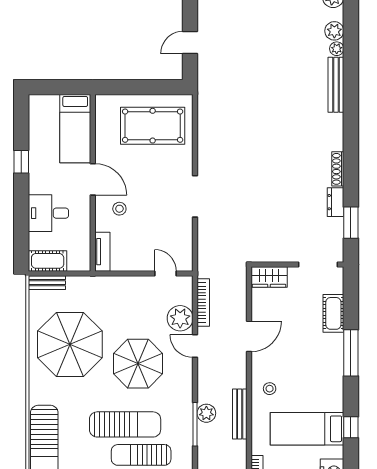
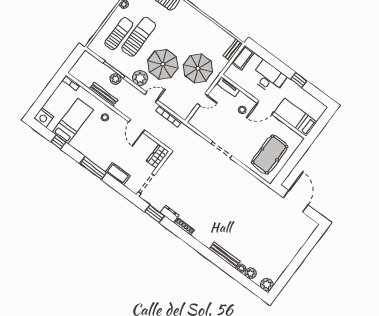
door: (190, 43) -> (296, 201), width x1.87
desk: (48, 213) -> (268, 77), width x1.37
door: (165, 273) -> (202, 100), moved
plant: (180, 318) -> (140, 78), moved
parasol: (70, 344) -> (198, 68), moved, width x0.73, depth x0.73
sun lounger: (125, 424) -> (139, 37), turned 180

